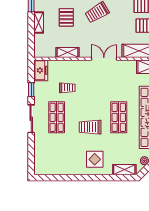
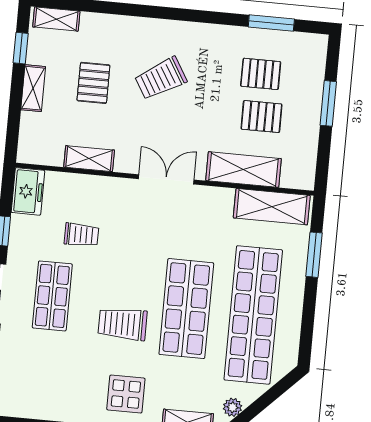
shop shelf: (119, 117) -> (186, 309), width x1.43, depth x1.36

